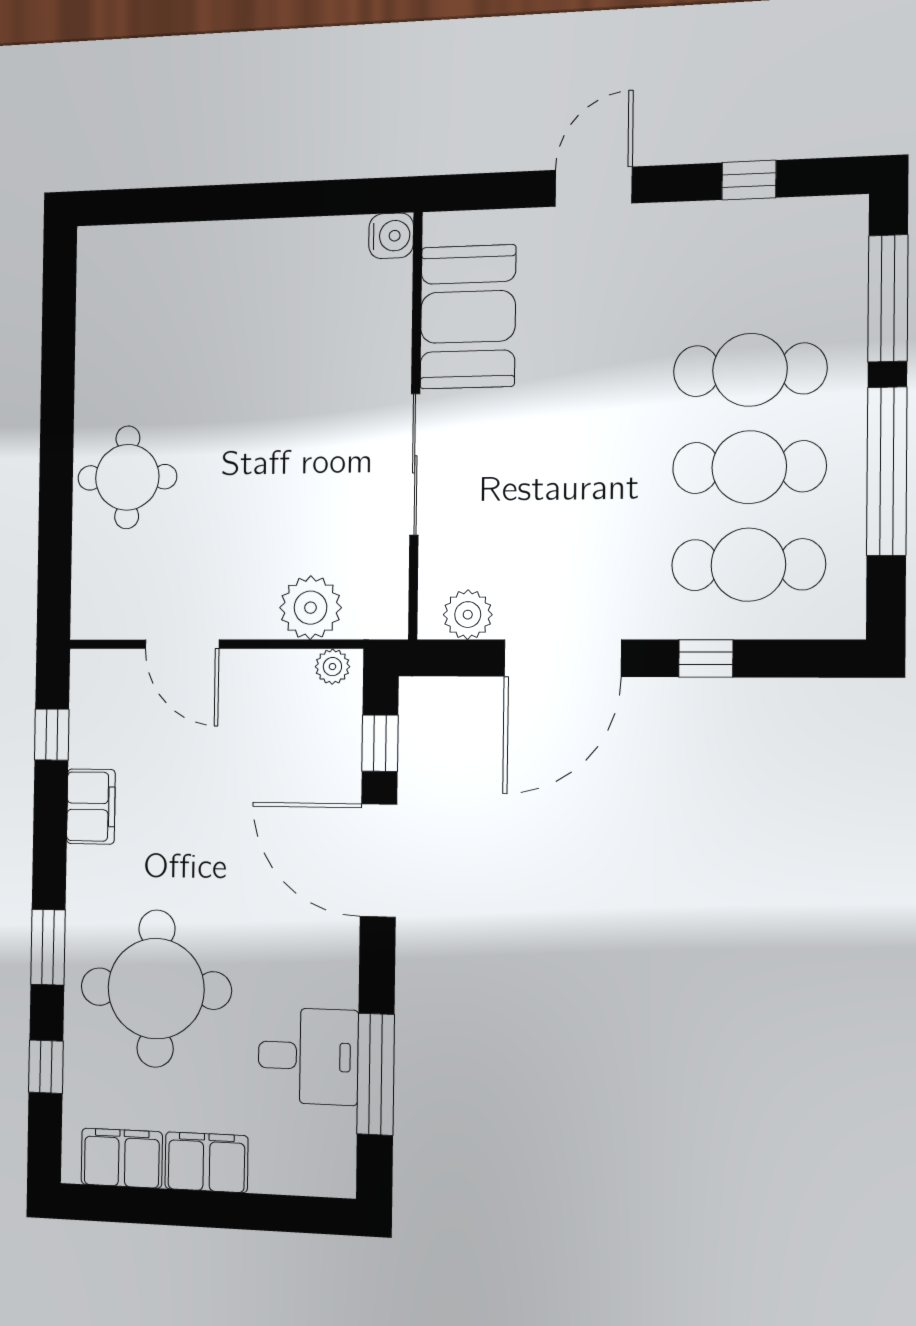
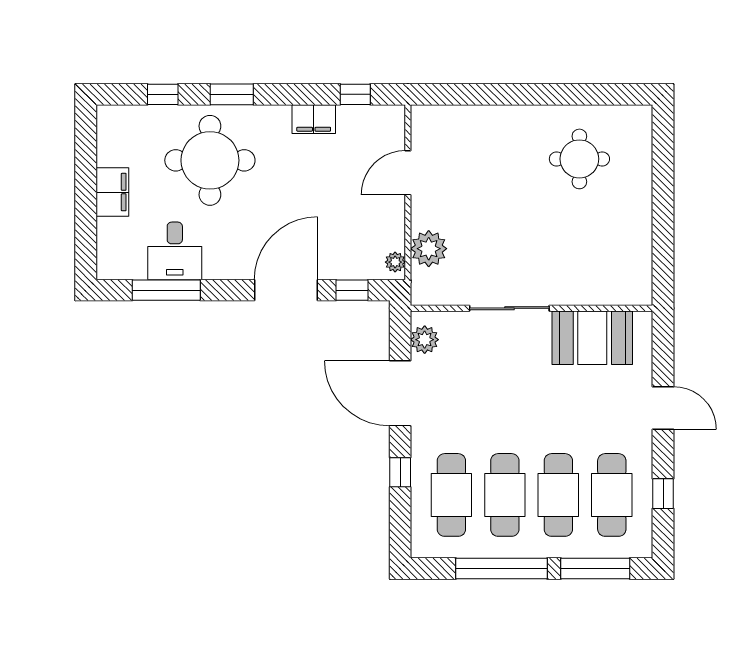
water cooler: (391, 236) -> (640, 293), removed
cafe table: (751, 273) -> (612, 495), added
round table: (127, 477) -> (579, 159), moved
filing cabinet: (122, 1158) -> (112, 141), removed

